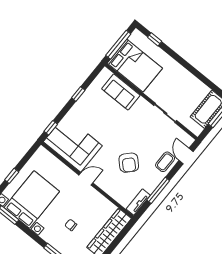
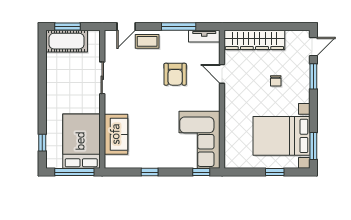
armchair: (129, 163) -> (175, 74), turned 136
door: (86, 179) -> (222, 74), moved

